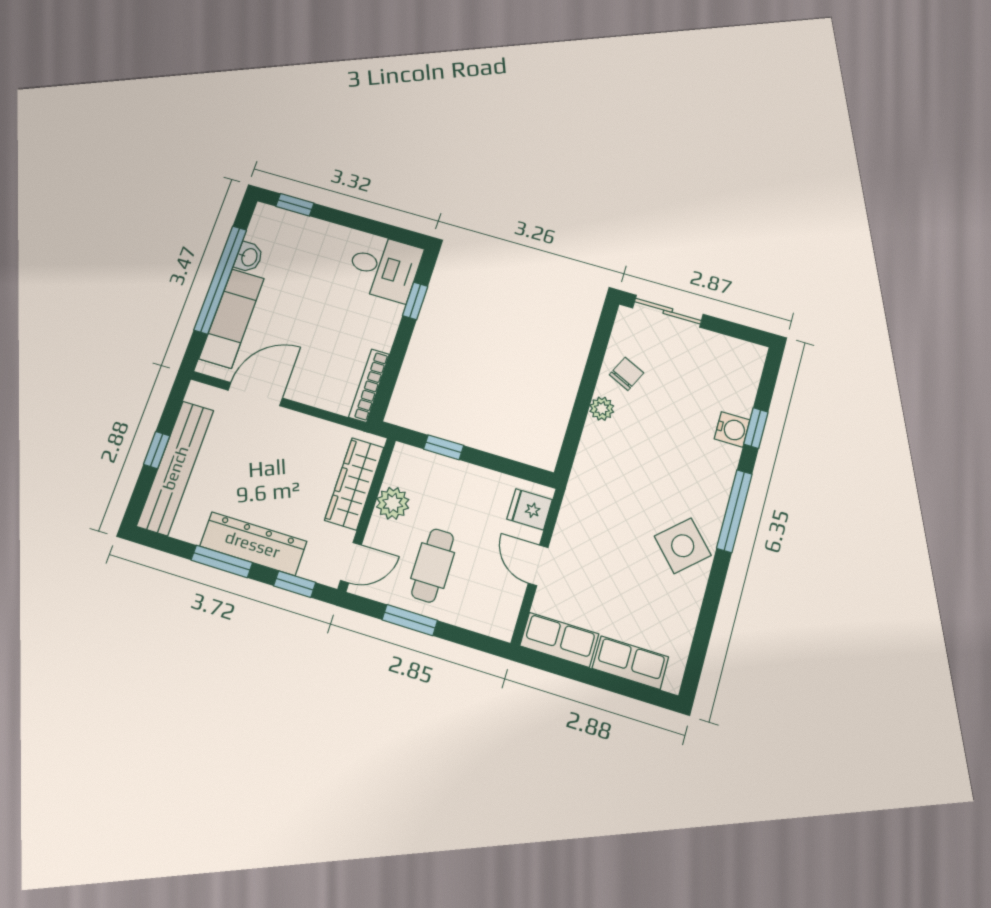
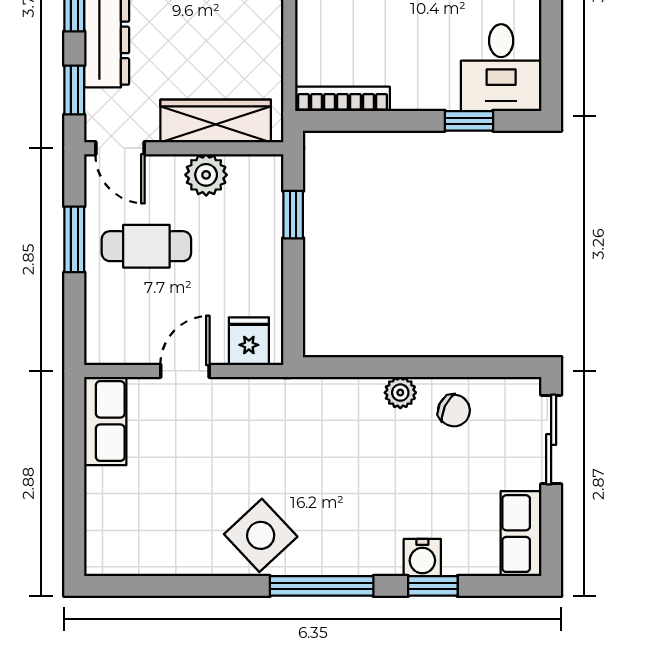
row of seats: (630, 663) -> (521, 534), moved, turned 180

